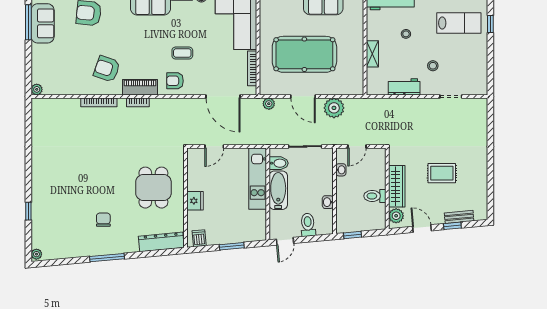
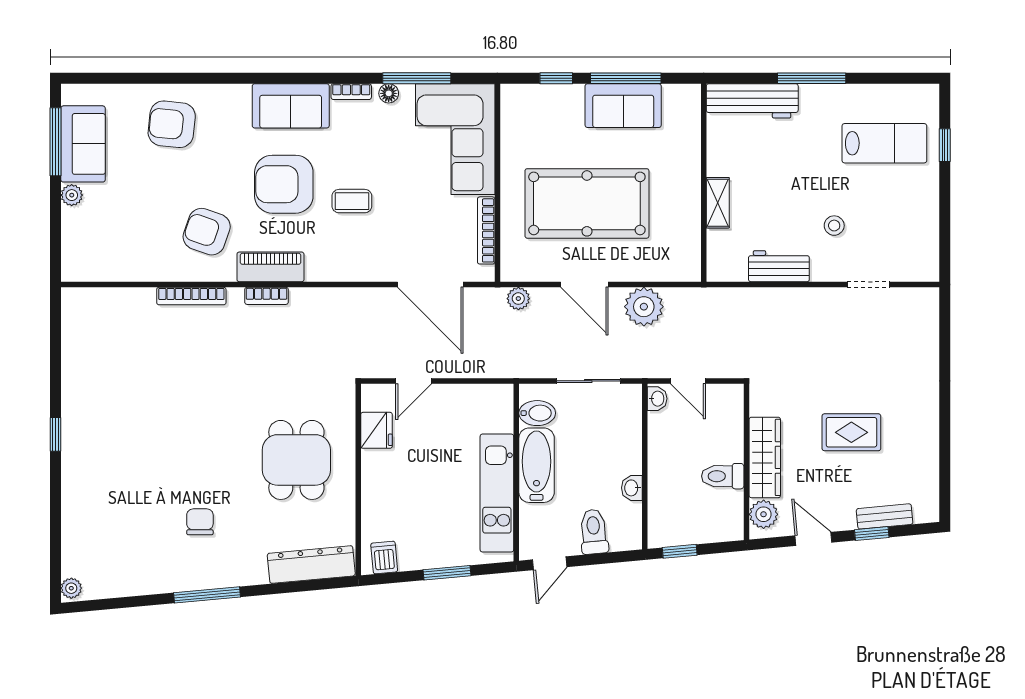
stool: (406, 34) -> (782, 164), removed
armchair: (175, 81) -> (284, 184), moved, width x1.88, depth x1.88
plant: (37, 89) -> (72, 195), moved
door: (357, 146) -> (688, 381), hinge flipped
washbasin: (341, 170) -> (657, 399), moved
kitchen unit: (258, 179) -> (497, 493), moved
fridge: (195, 201) -> (376, 430), moved
window: (28, 211) -> (56, 434), moved

